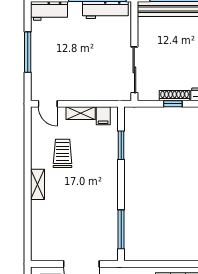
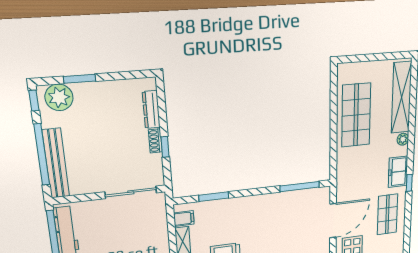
shoe rack: (175, 96) -> (155, 141), width x0.70

